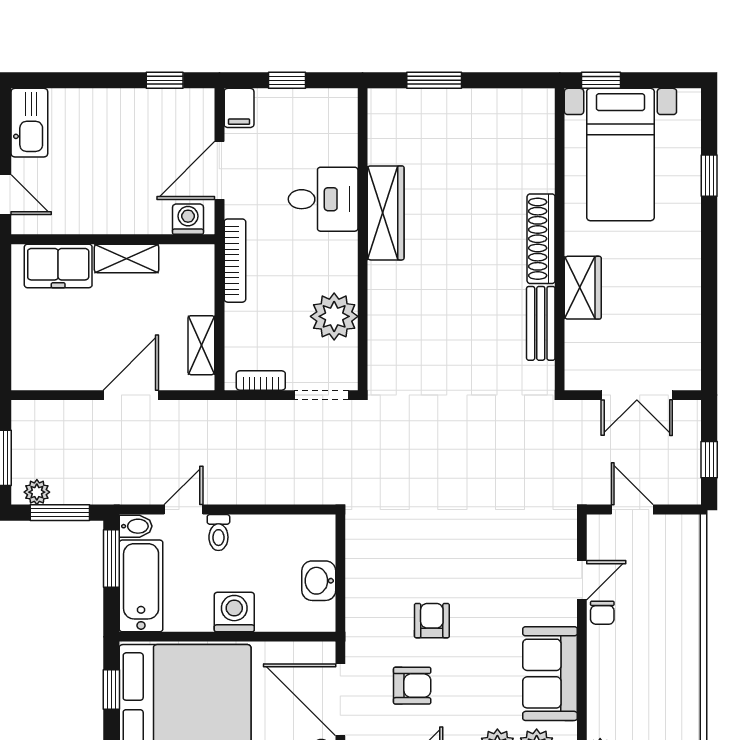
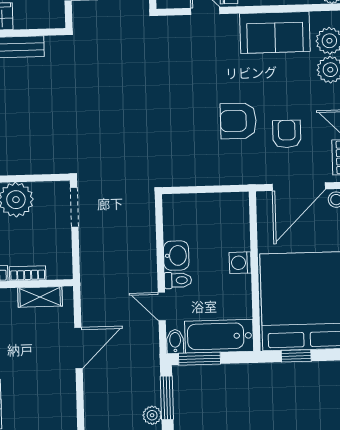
bookcase: (261, 381) -> (28, 273), moved, turned 90
door: (131, 395) -> (78, 348), swing flipped
washbasin: (319, 581) -> (176, 256), moved, turned -90
washing machine: (234, 612) -> (240, 263), width x0.73, depth x0.73
armchair: (432, 621) -> (238, 121), width x1.38, depth x1.38

